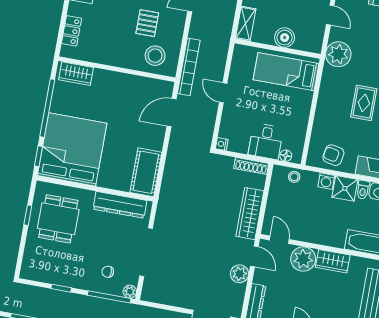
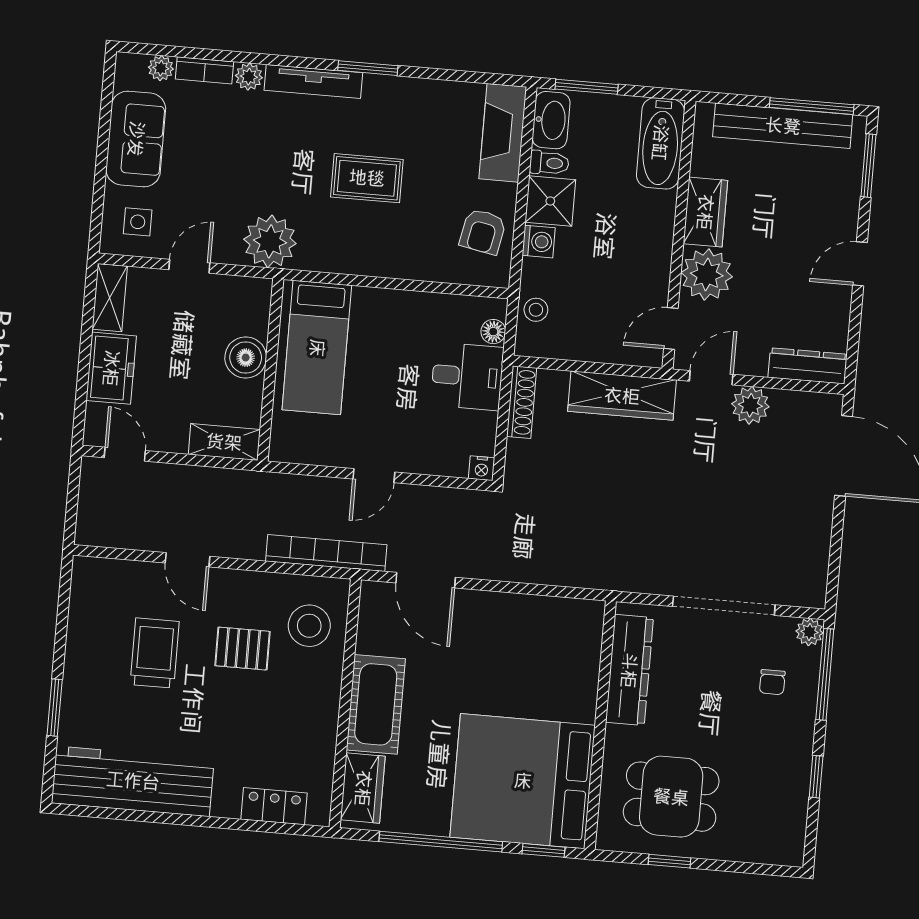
cot: (146, 172) -> (376, 704), moved, turned 90

